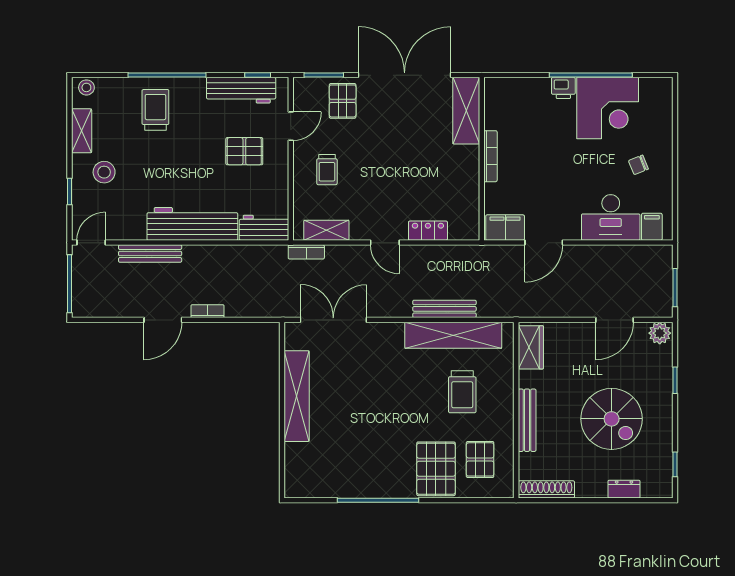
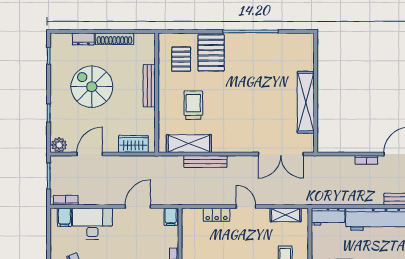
filing cabinet: (505, 228) -> (171, 217), width x0.50
bookcase: (306, 252) -> (66, 200), moved
shelving: (453, 335) -> (189, 144), width x0.68
wardrobe: (531, 347) -> (133, 144), moved, turned 90
shoe rack: (546, 489) -> (114, 39), moved

